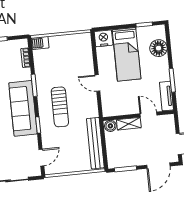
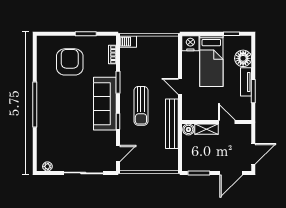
tv unit: (166, 96) -> (246, 82), moved
bench: (95, 143) -> (172, 124), moved

